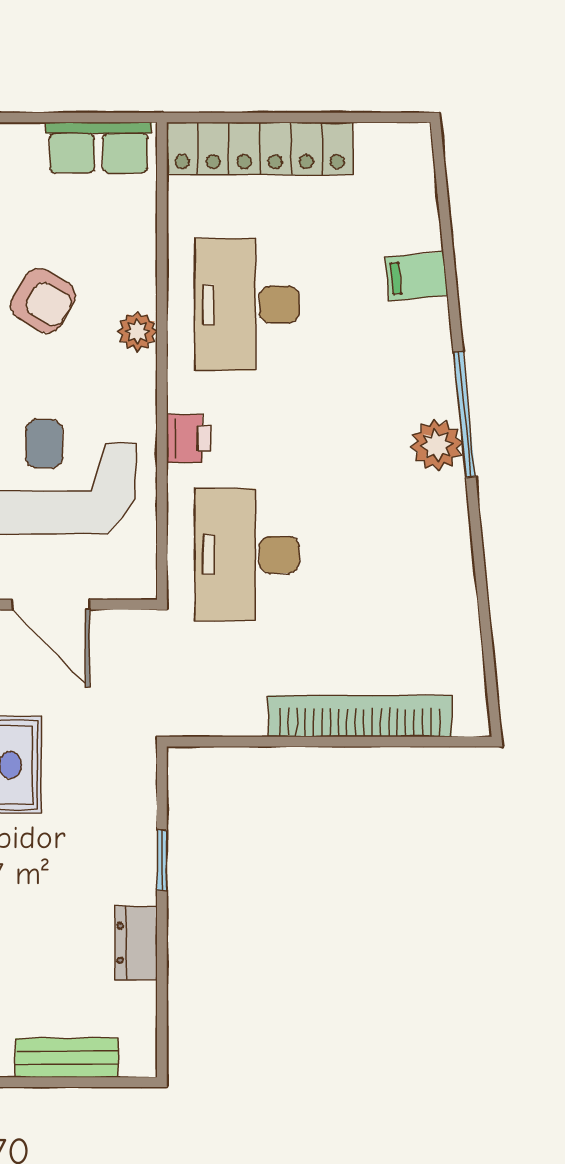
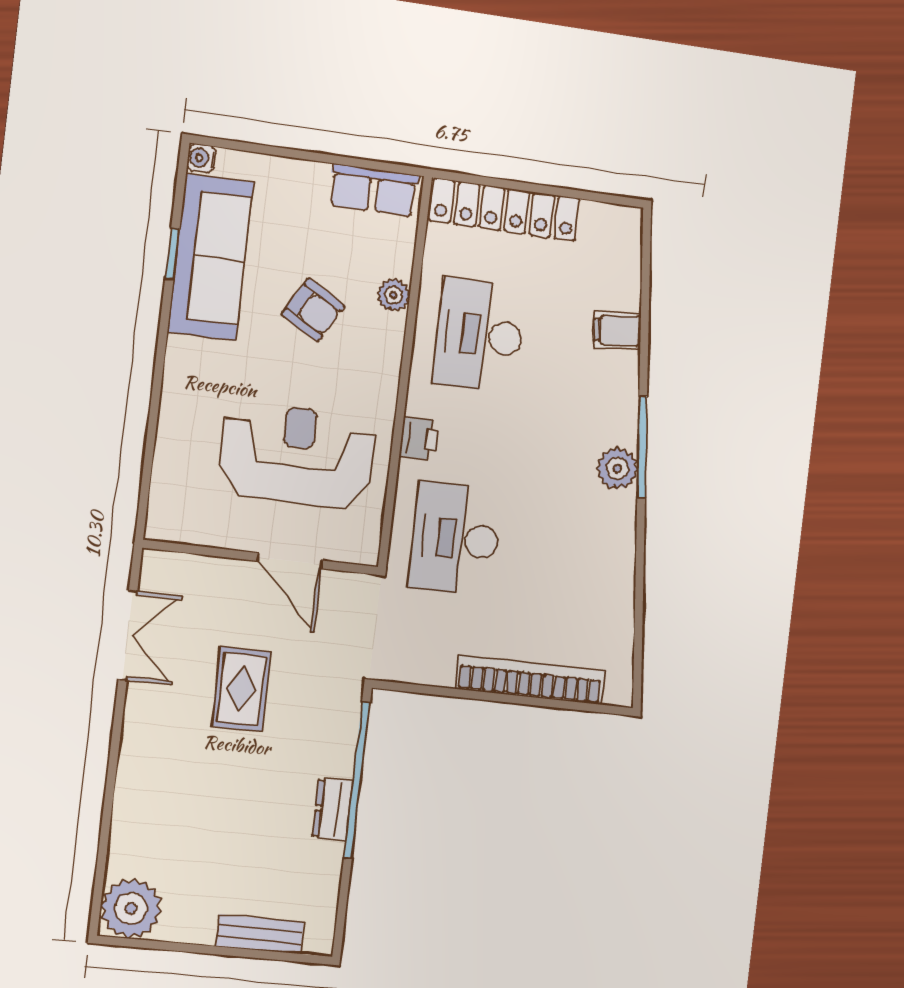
plant: (137, 331) -> (394, 295), moved
window: (162, 860) -> (357, 780), width x3.17
dresser: (136, 943) -> (332, 809), moved

